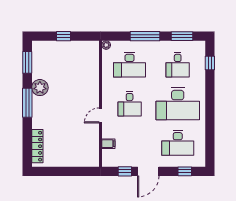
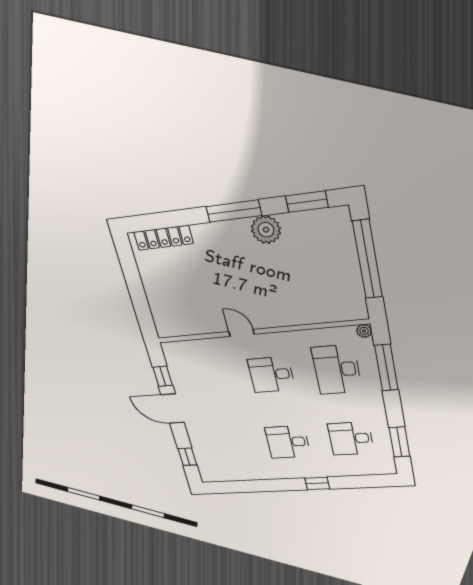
window: (64, 36) -> (368, 259), width x3.17
window: (145, 36) -> (386, 368), moved
window: (210, 63) -> (317, 483), moved
desk: (178, 104) -> (288, 442), width x0.53, depth x0.77
desk: (178, 143) -> (227, 445), removed
filing cabinet: (108, 144) -> (199, 349), removed

